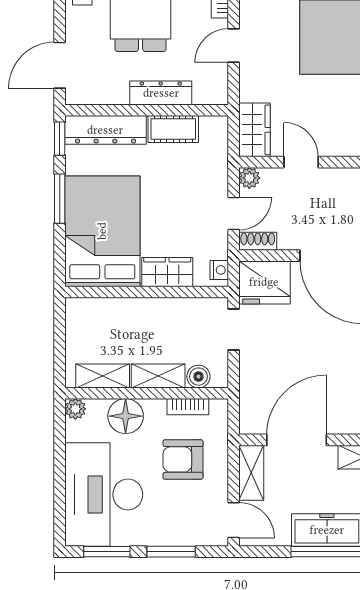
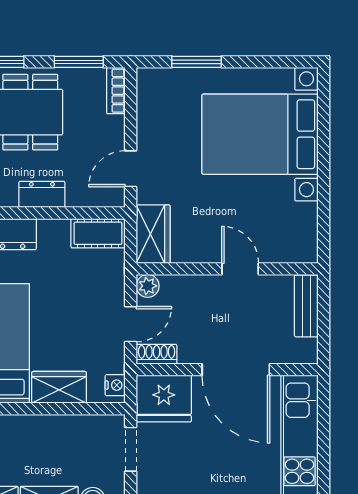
door: (234, 46) -> (131, 169), moved
dresser: (161, 93) -> (42, 194), width x0.70
cot: (173, 129) -> (98, 233), moved
door: (301, 162) -> (240, 269), moved

